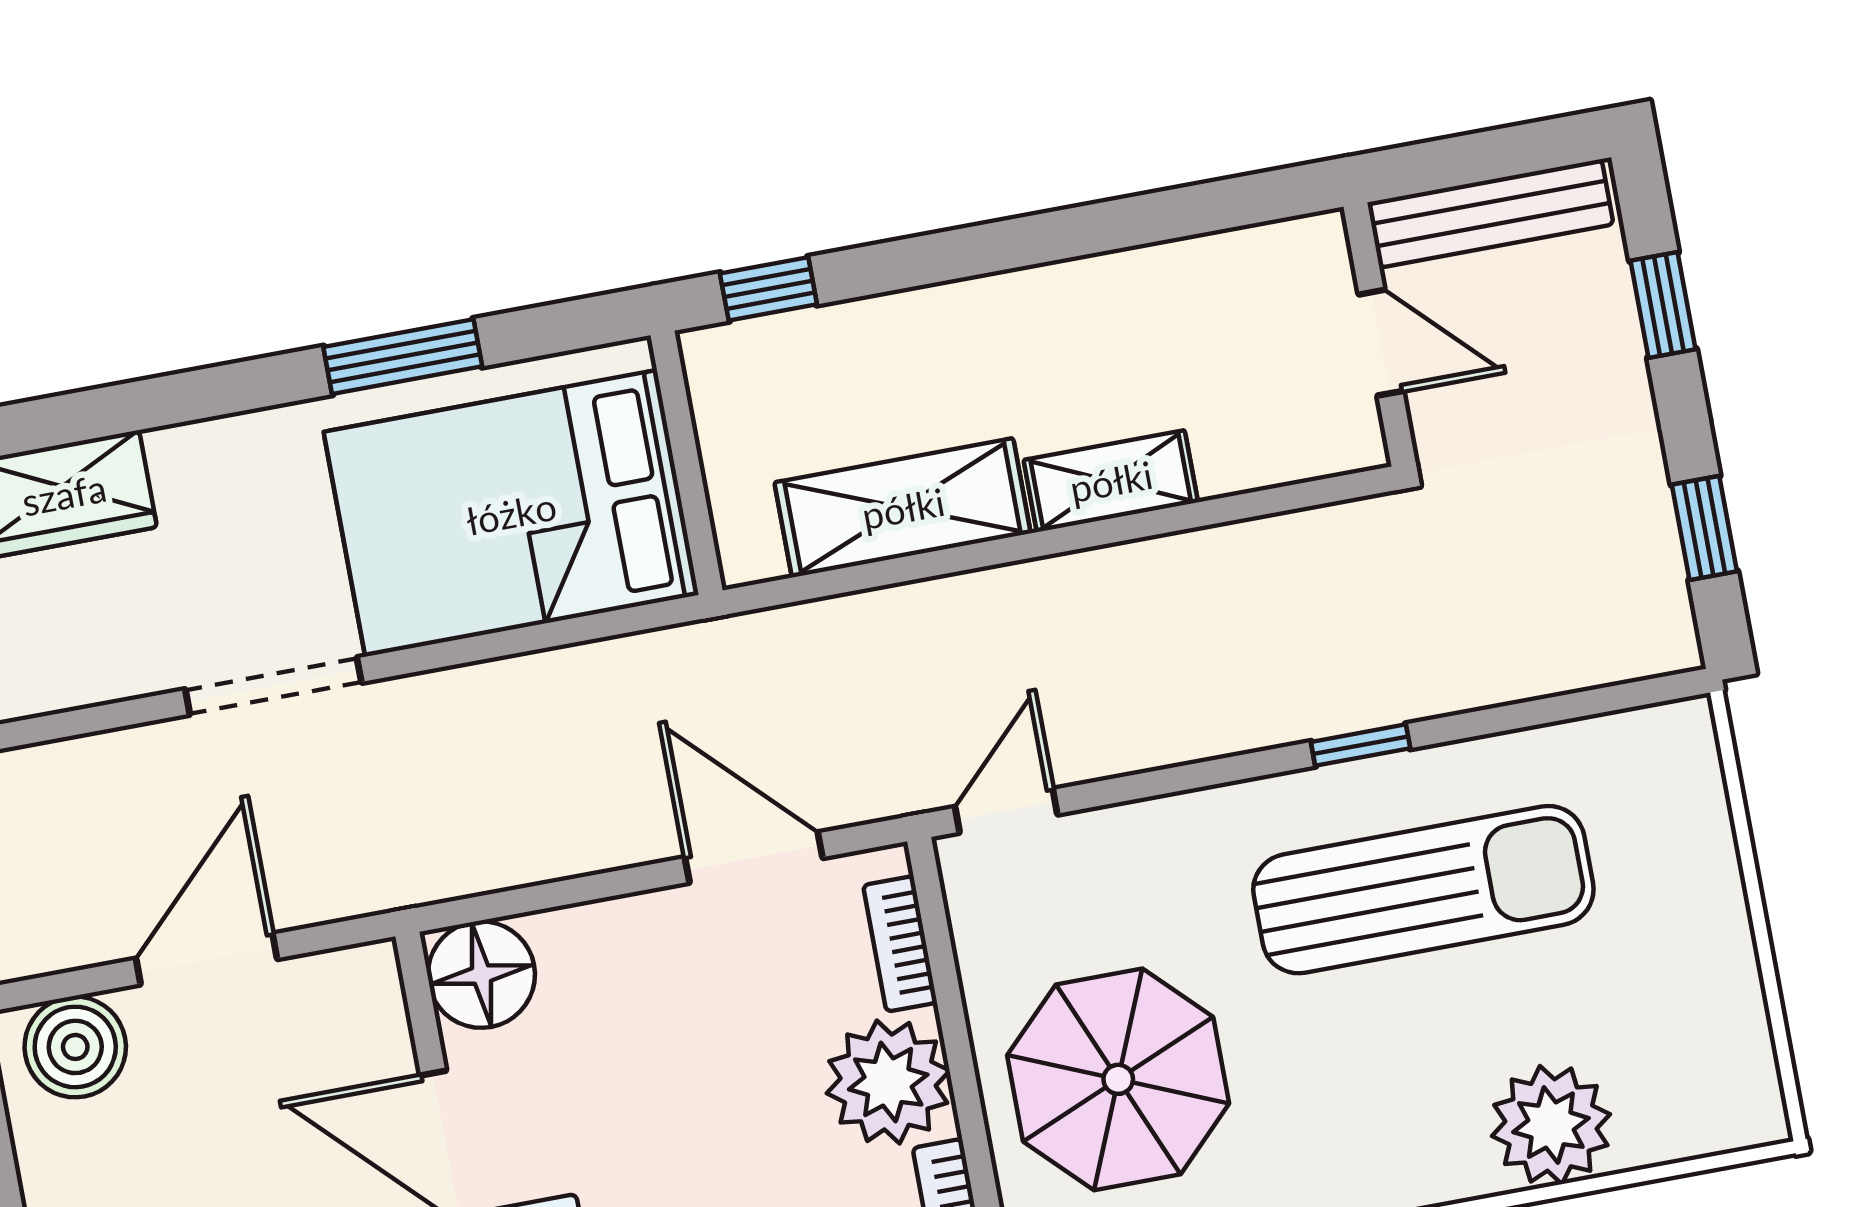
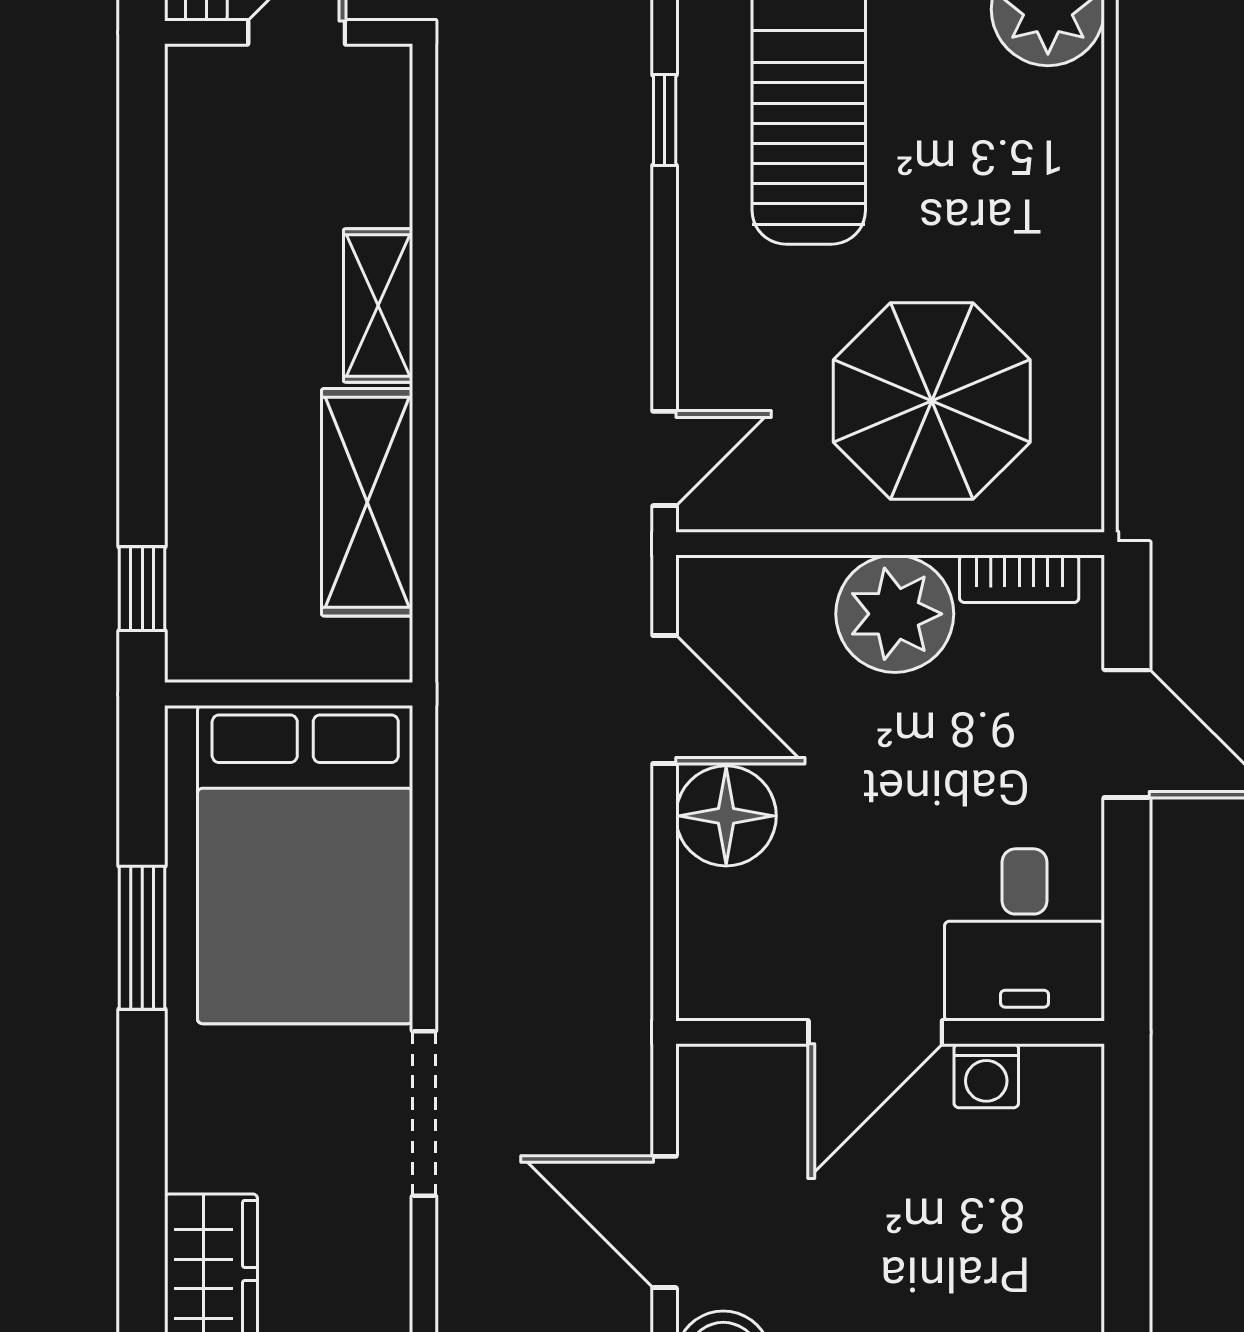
door: (1006, 811) -> (665, 458), swing flipped
door: (754, 858) -> (665, 699), swing flipped
bookcase: (900, 944) -> (769, 579), removed
floor lamp: (481, 975) -> (726, 816), moved

